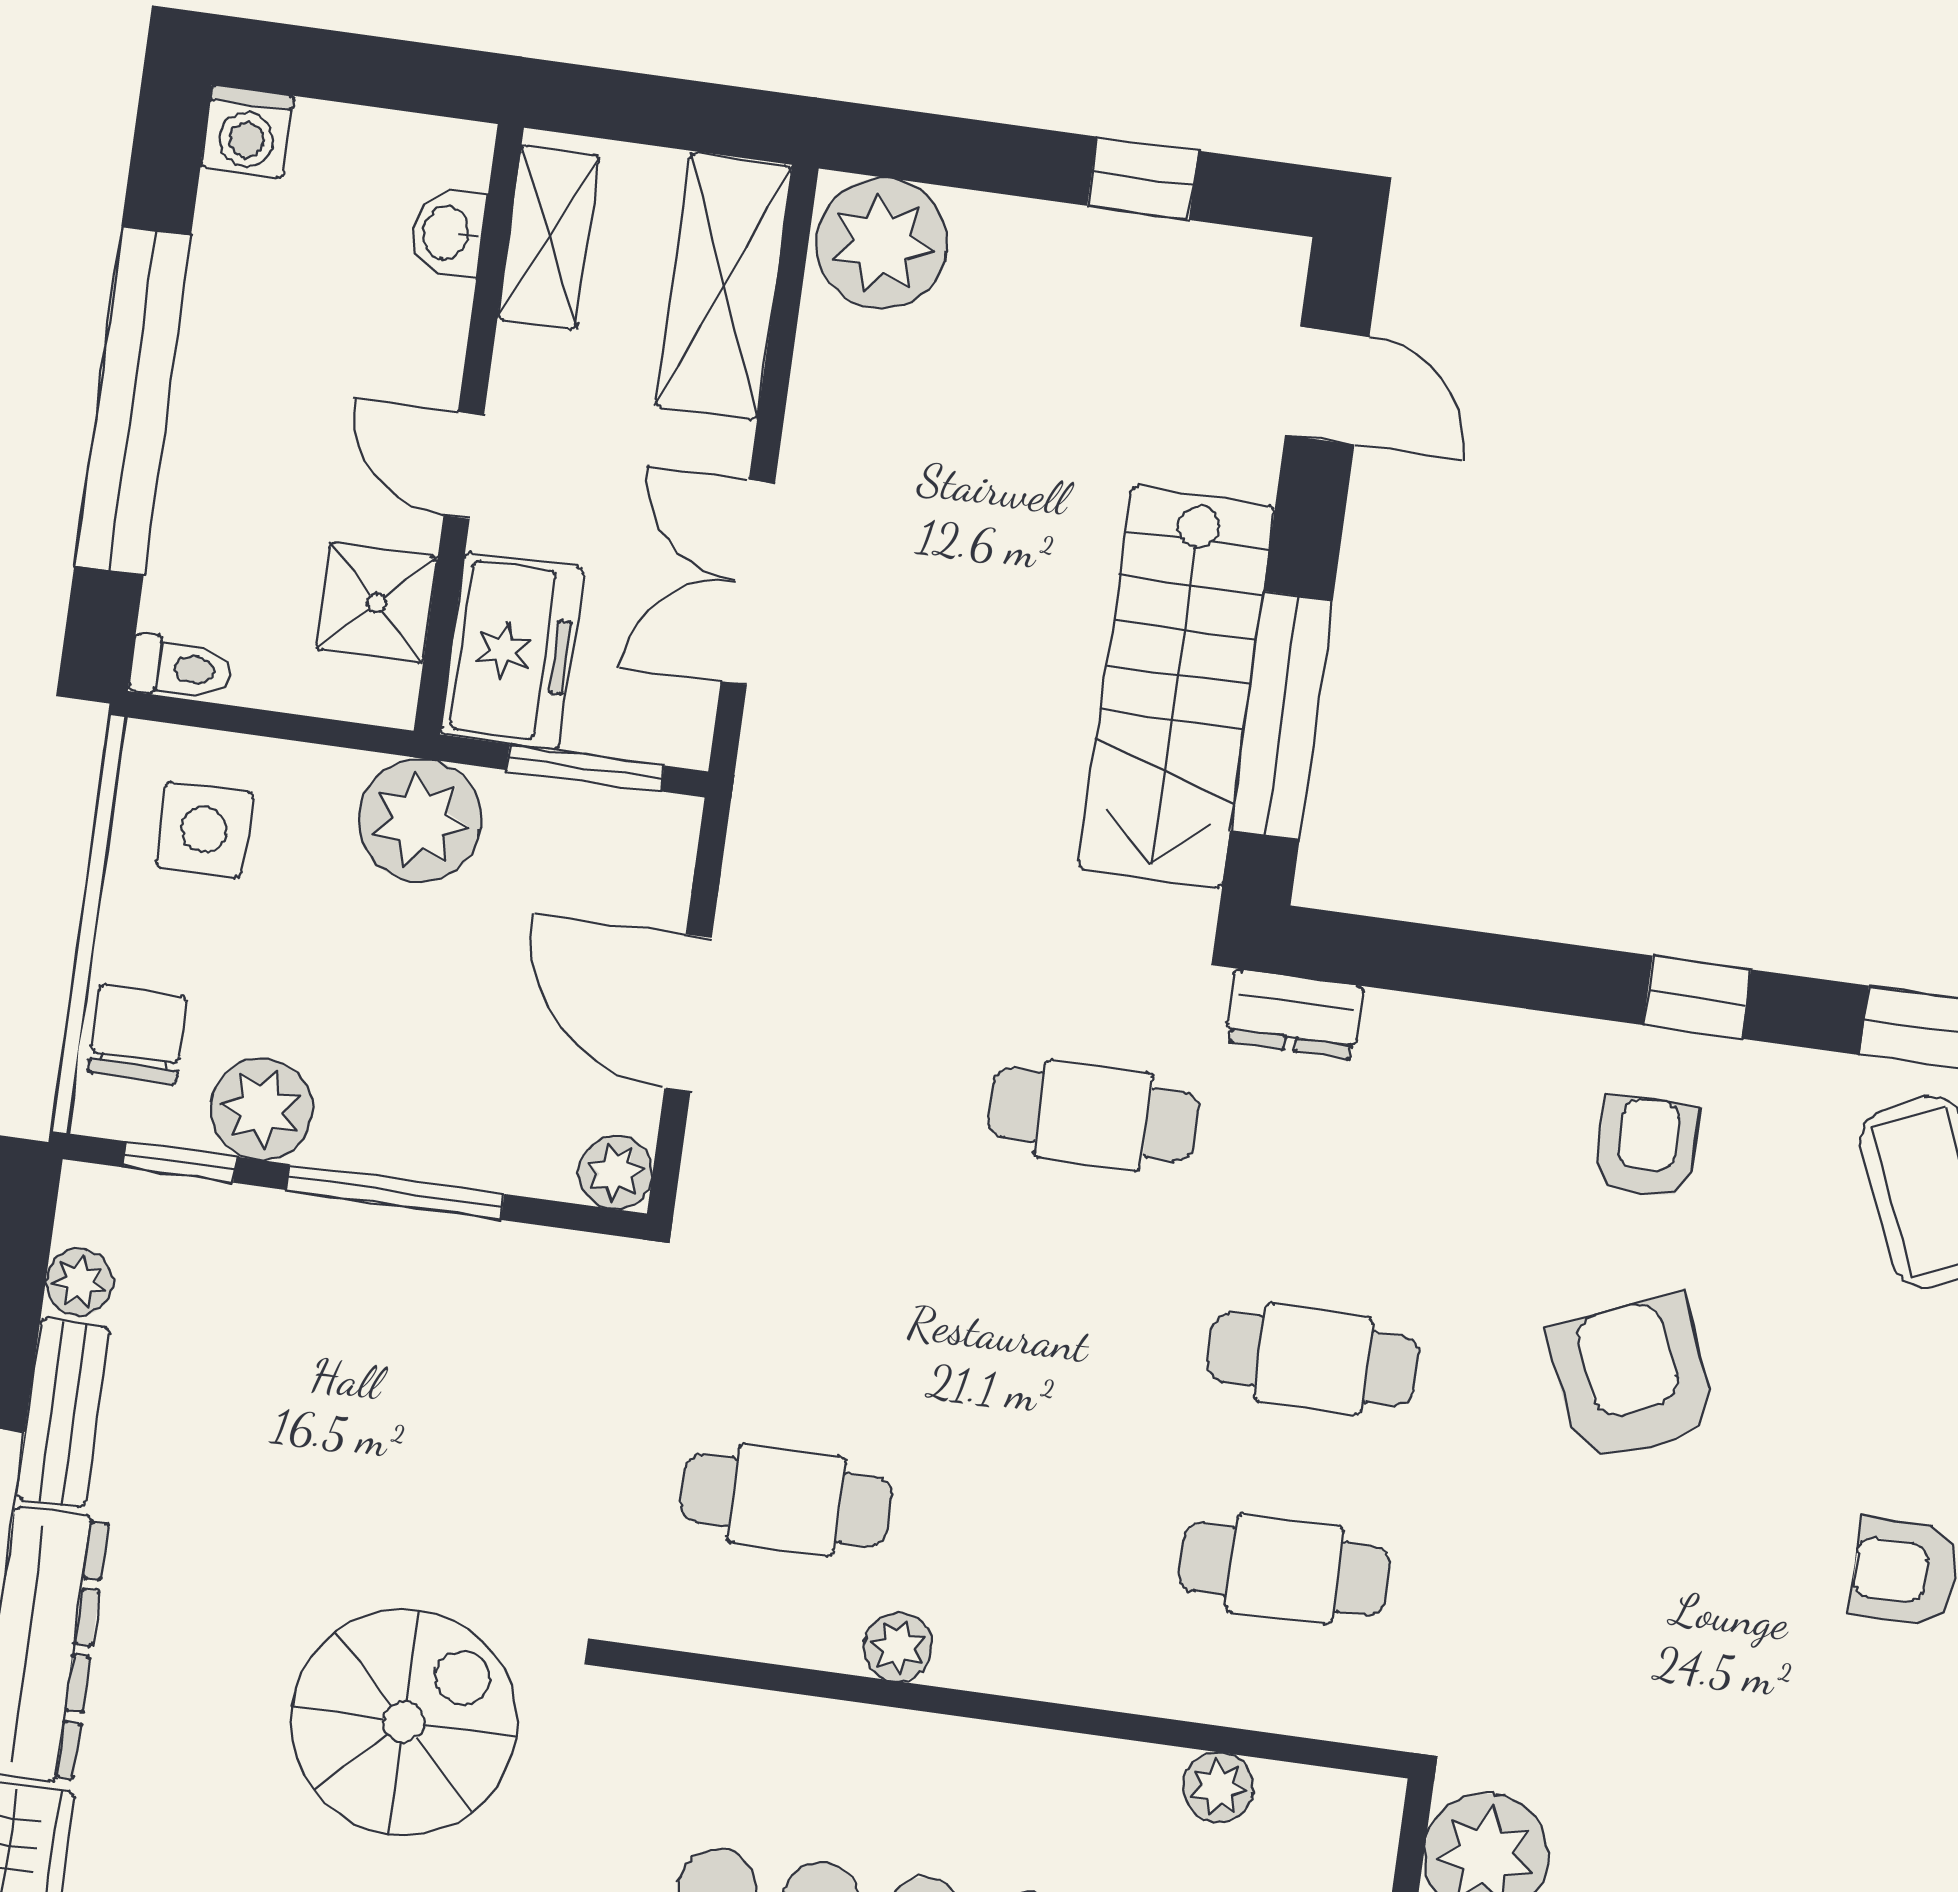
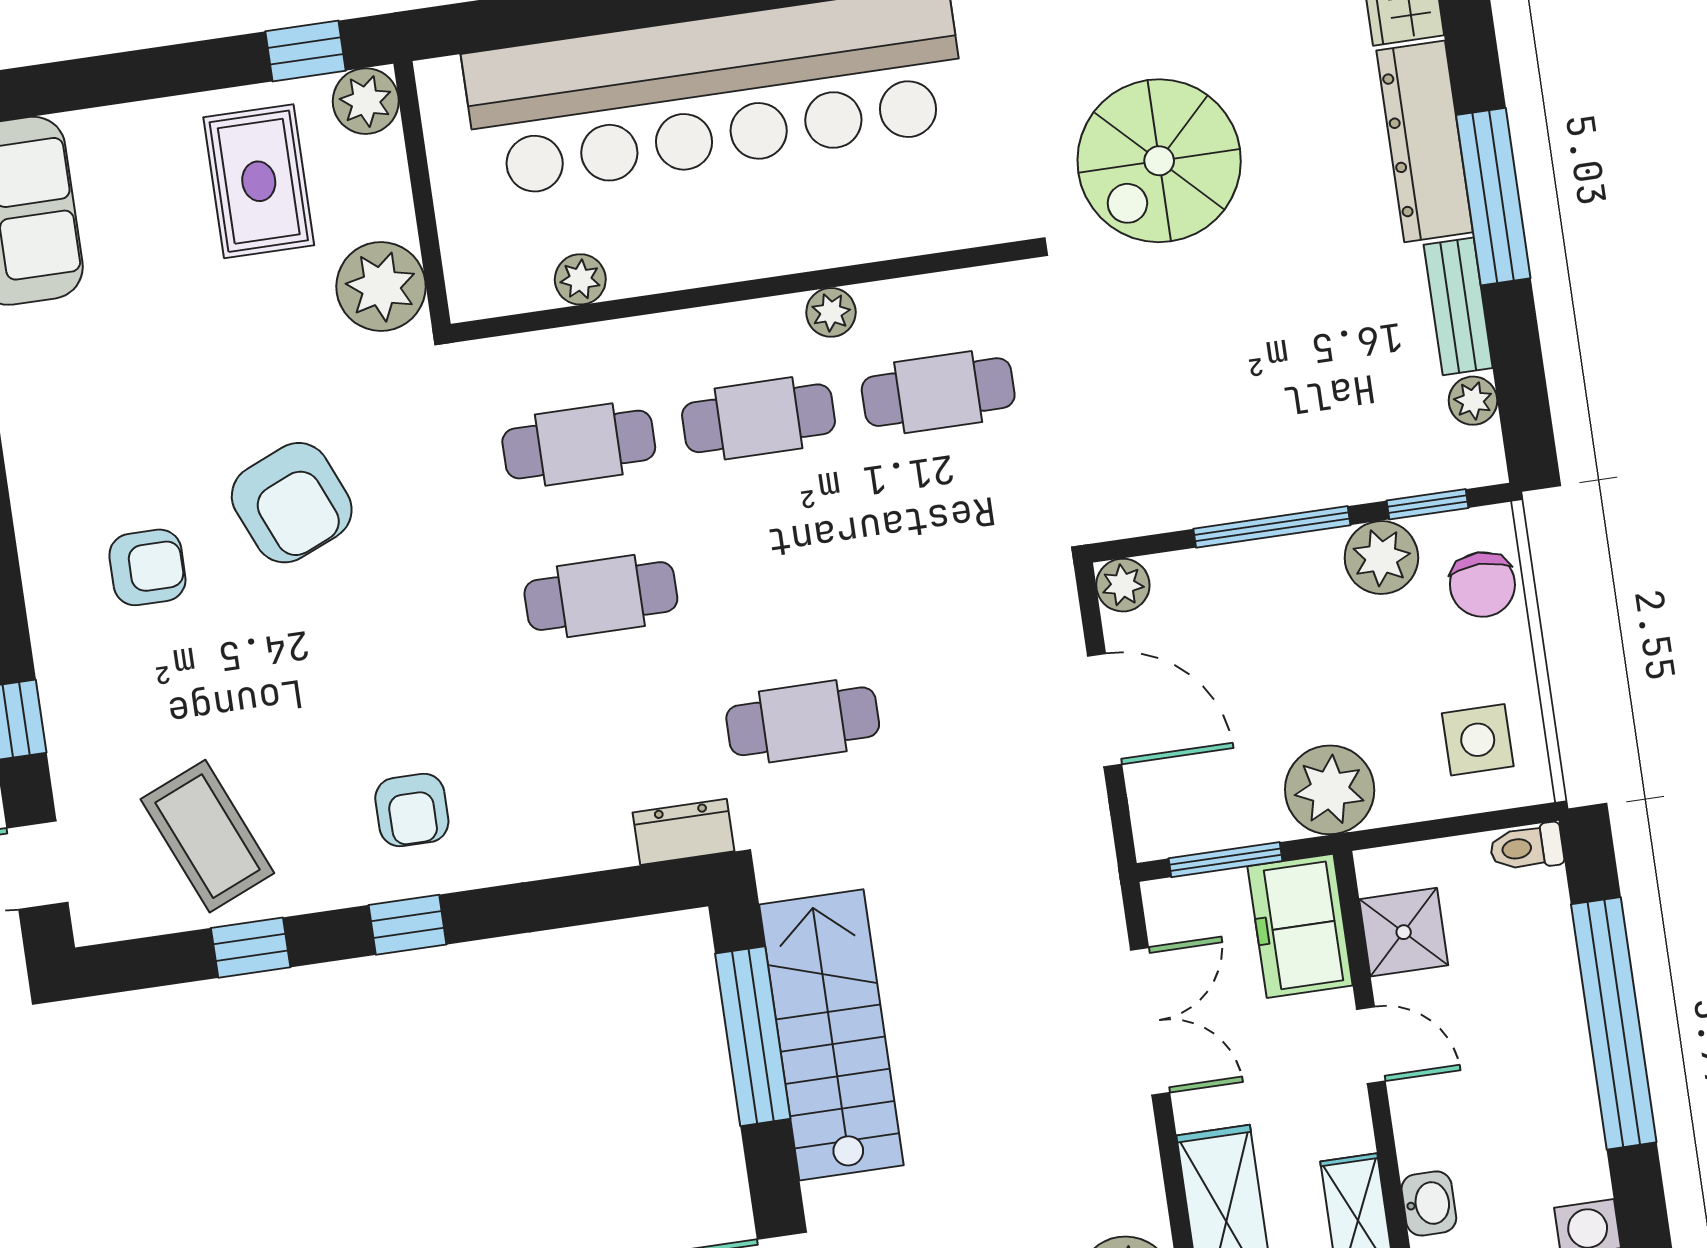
armchair: (1633, 1379) -> (292, 503), moved
cafe table: (1035, 1534) -> (758, 418), added

